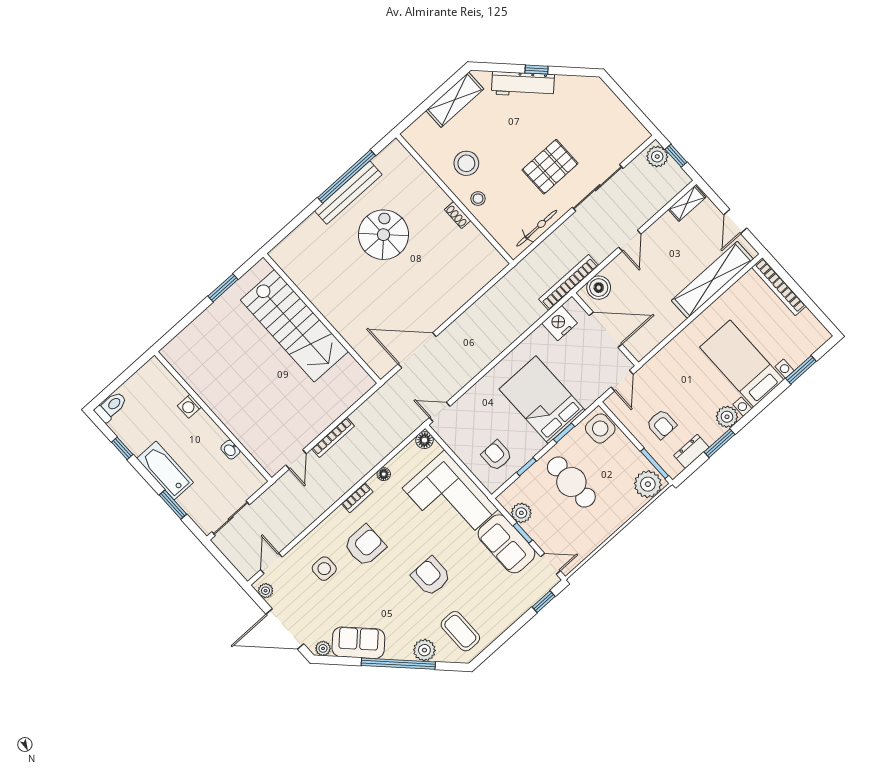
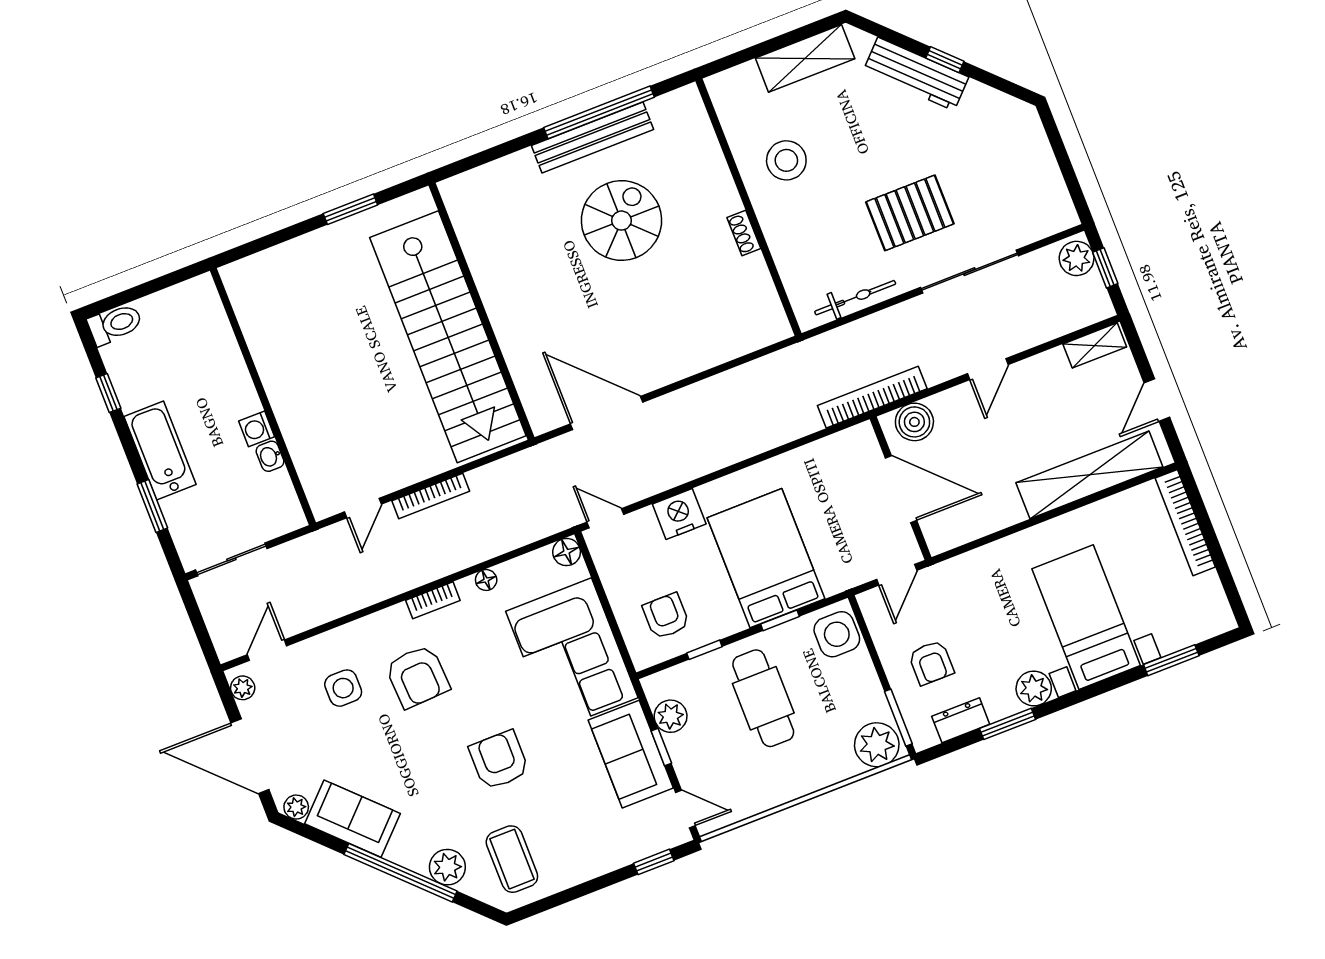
stool: (478, 199) -> (784, 220), removed
nightstand: (560, 323) -> (679, 514), moved
stairs: (294, 326) -> (448, 337), width x1.36
washing machine: (189, 406) -> (257, 429), moved
armchair: (365, 546) -> (417, 677), turned 87

